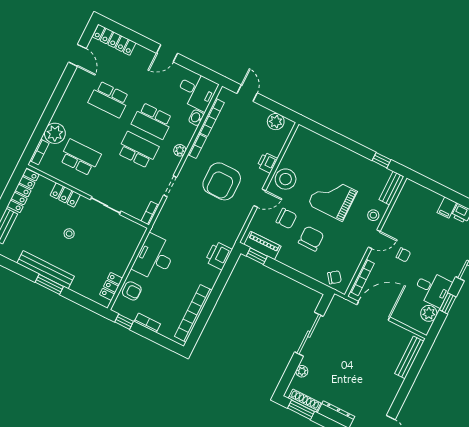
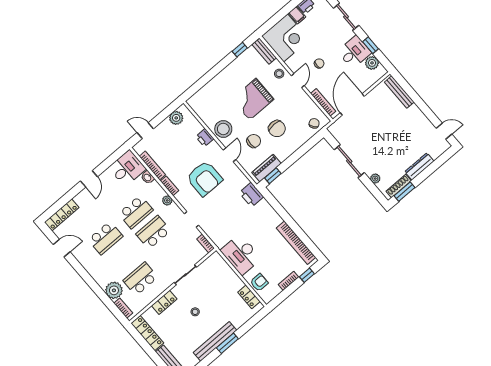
corner desk: (416, 205) -> (285, 38), added
chair: (311, 239) -> (277, 129), turned 180
printer: (219, 255) -> (251, 195), moved
window: (124, 322) -> (307, 275), moved

